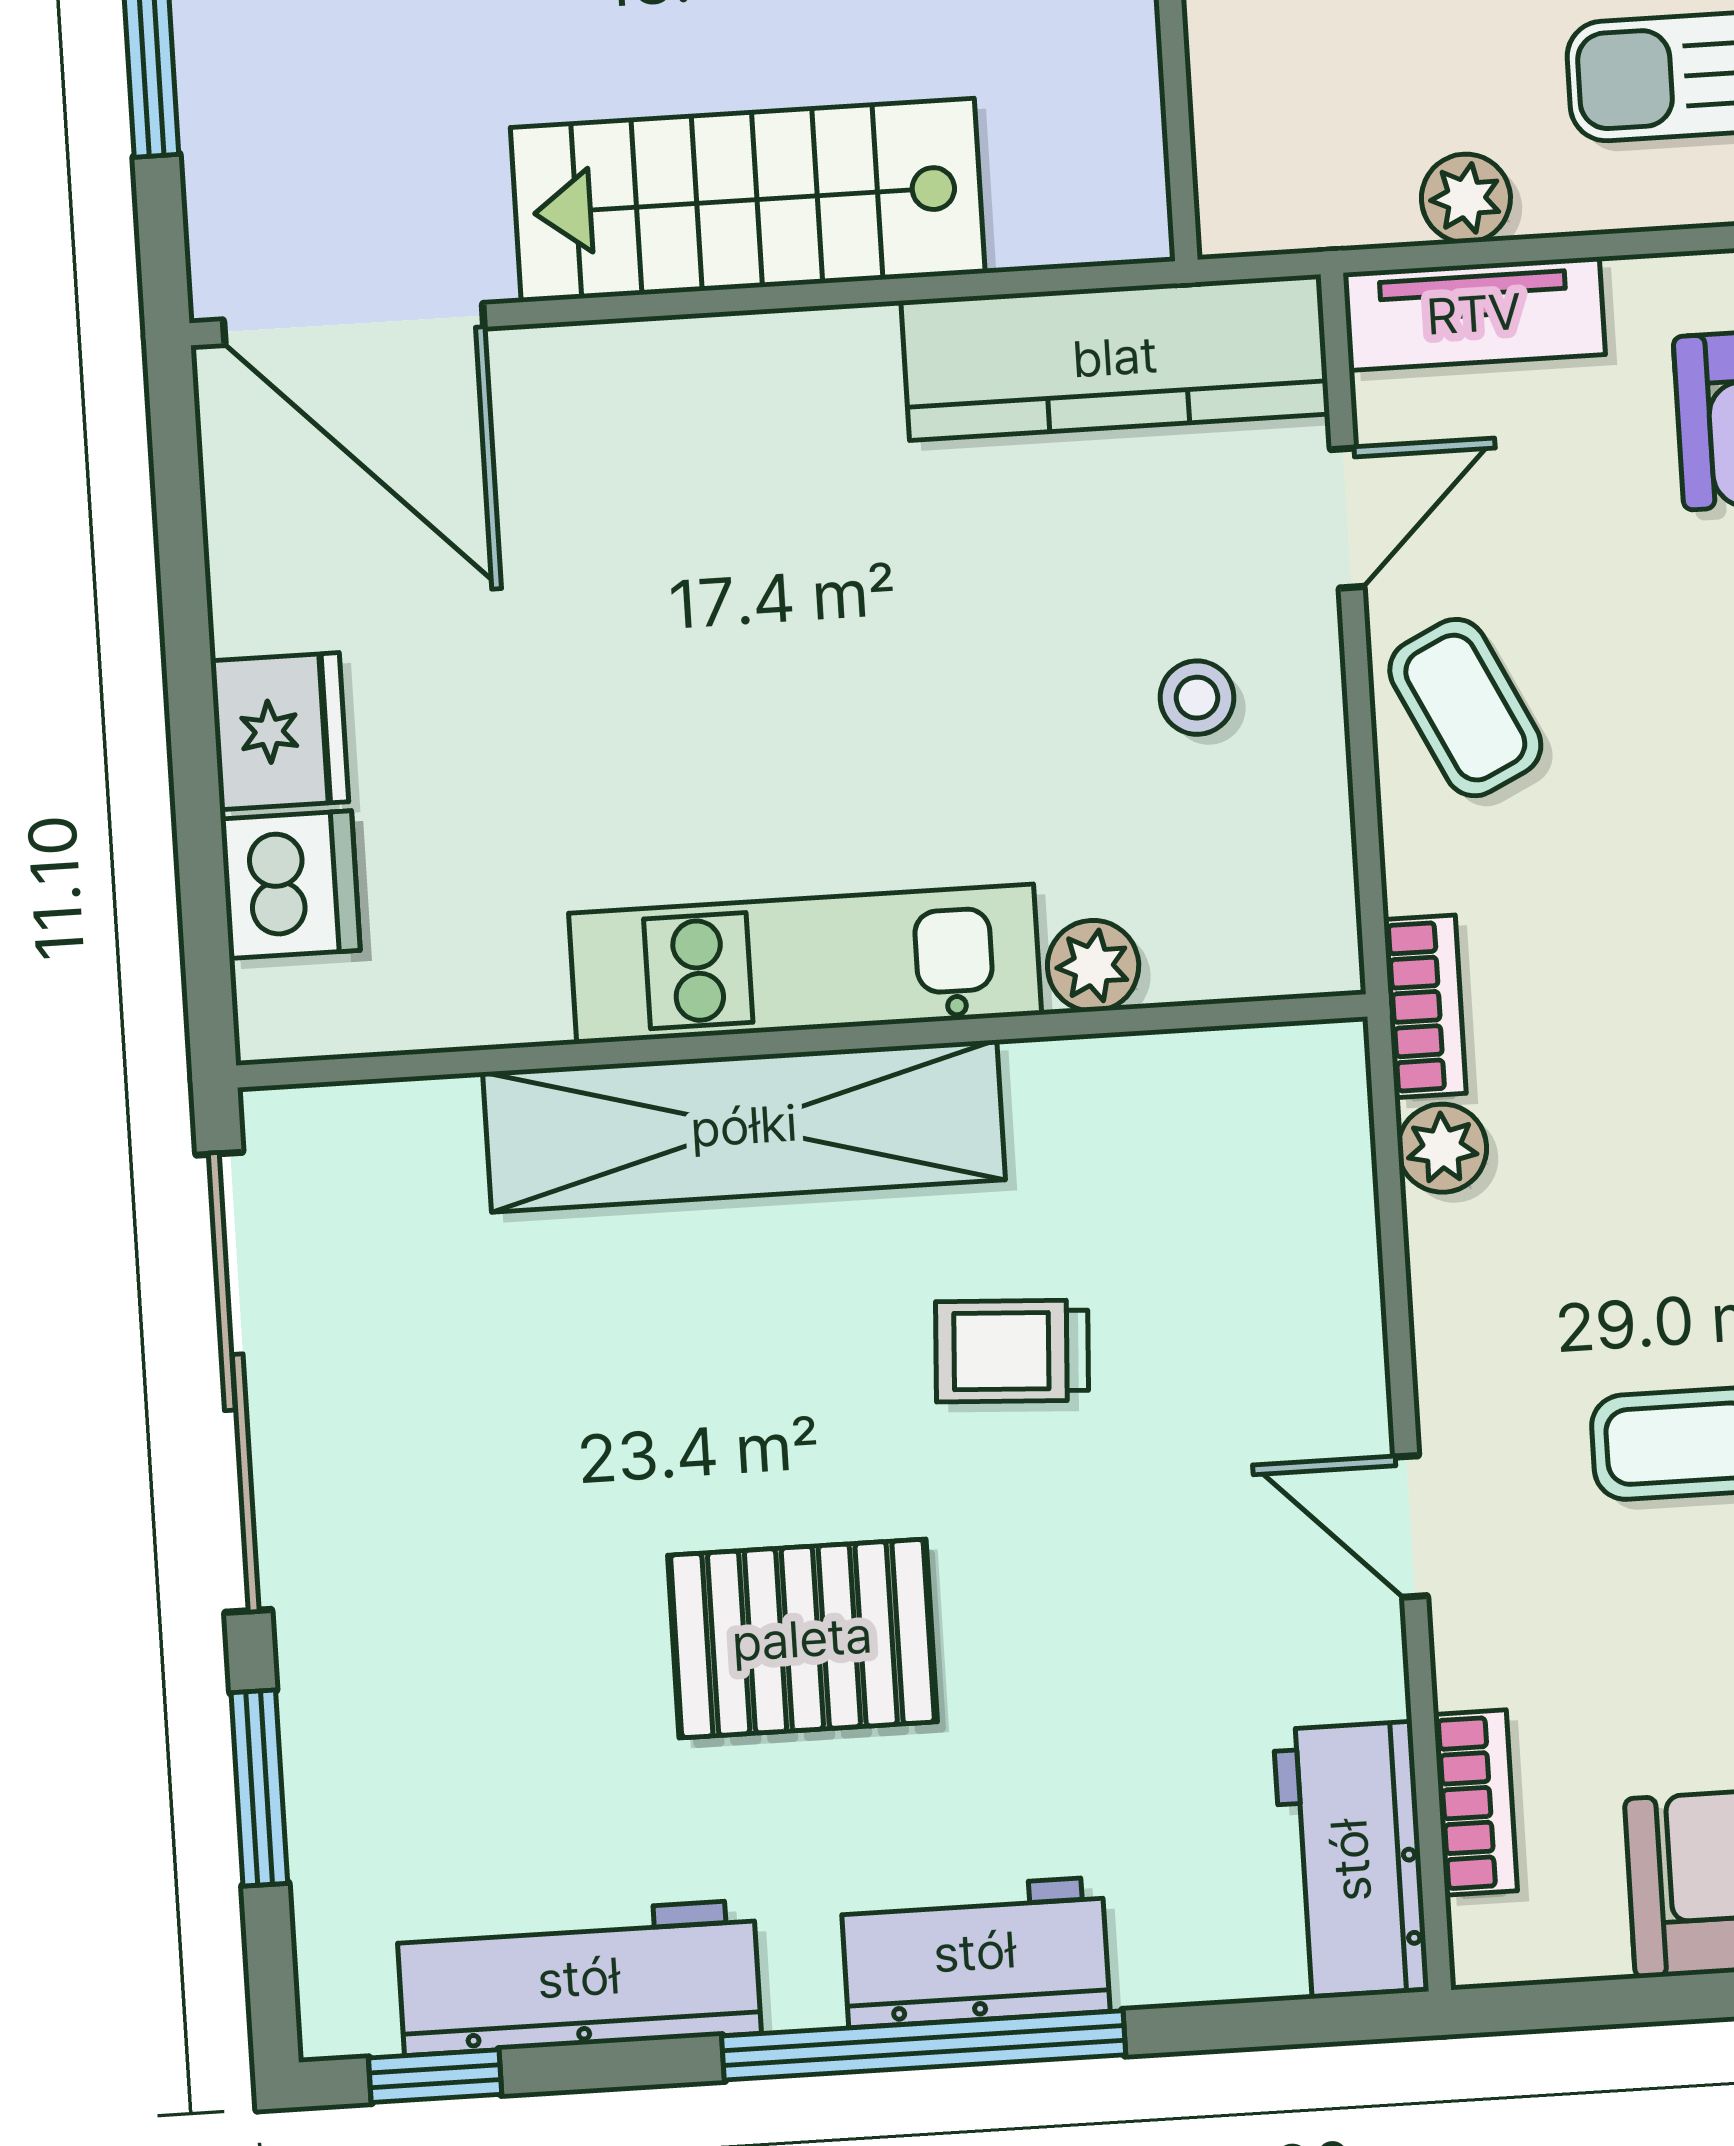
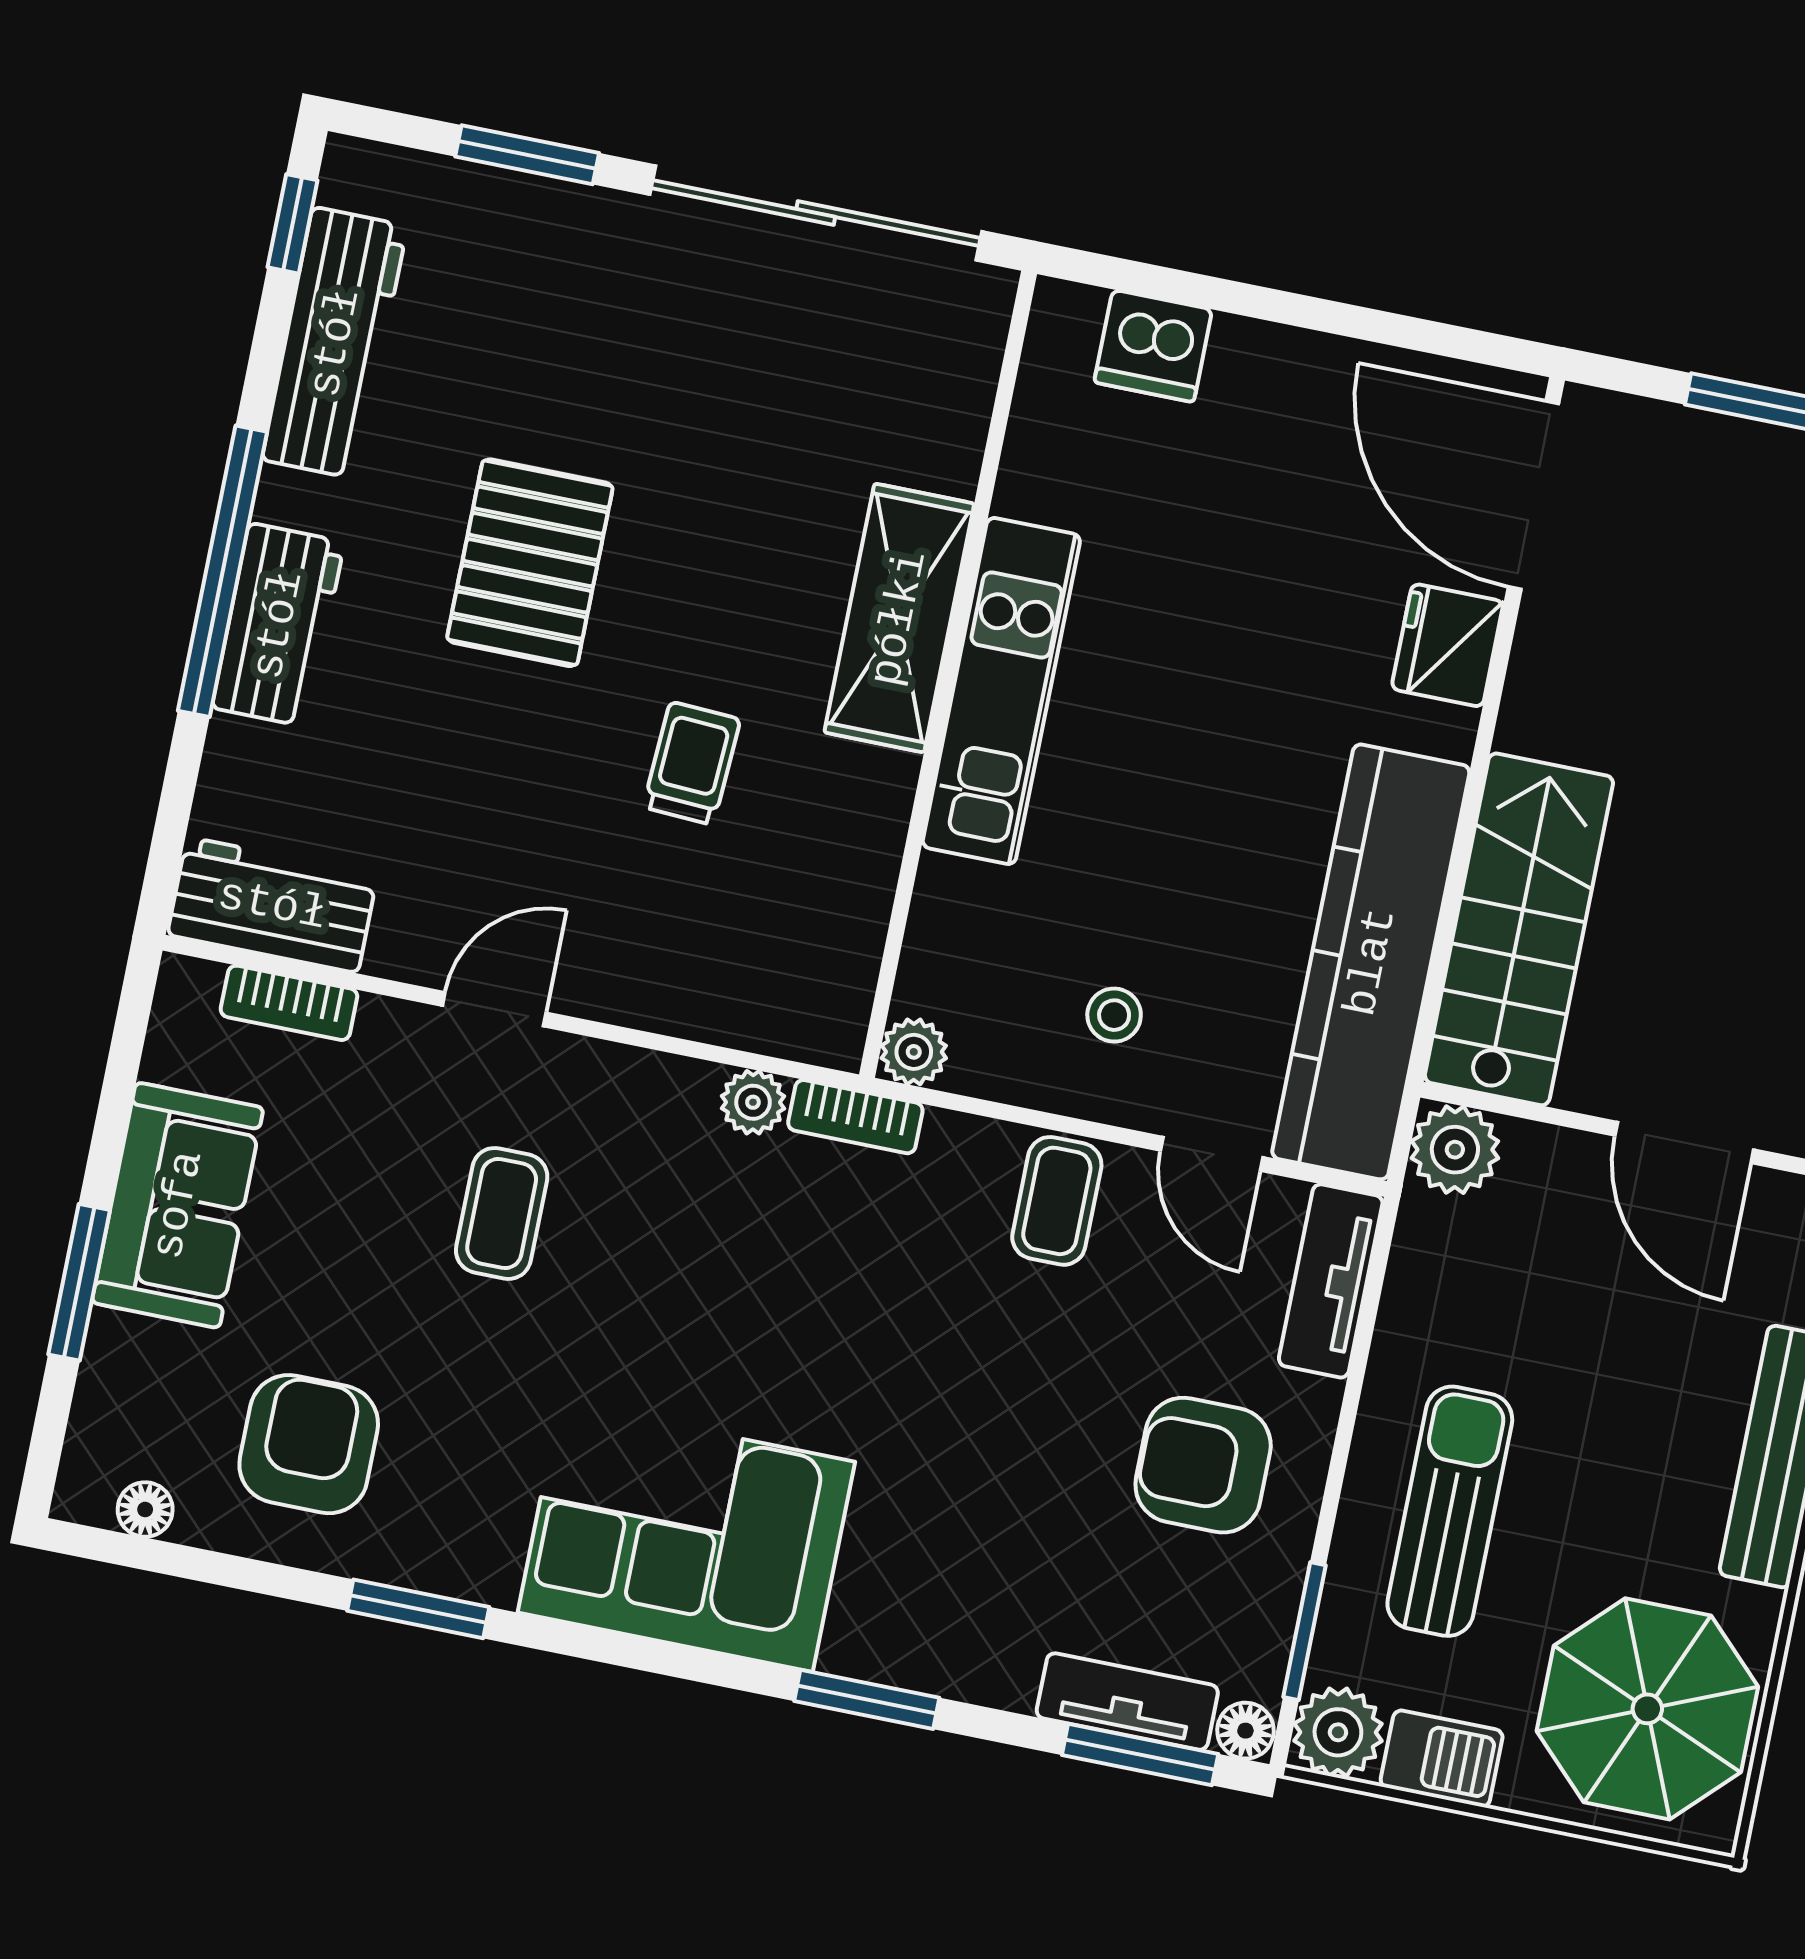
plant: (1466, 198) -> (1455, 1150), moved, width x1.38, depth x1.38
stairs: (748, 200) -> (1519, 929), moved
door: (354, 324) -> (1534, 495), hinge flipped
kitchen counter: (1115, 357) -> (1371, 962), width x1.39, depth x1.17
coffee table: (1465, 708) -> (1057, 1201), turned -64
fridge: (280, 731) -> (1447, 645), moved, turned 90
plant: (1093, 966) -> (914, 1052), moved
shelving: (744, 1126) -> (899, 618), width x0.68

